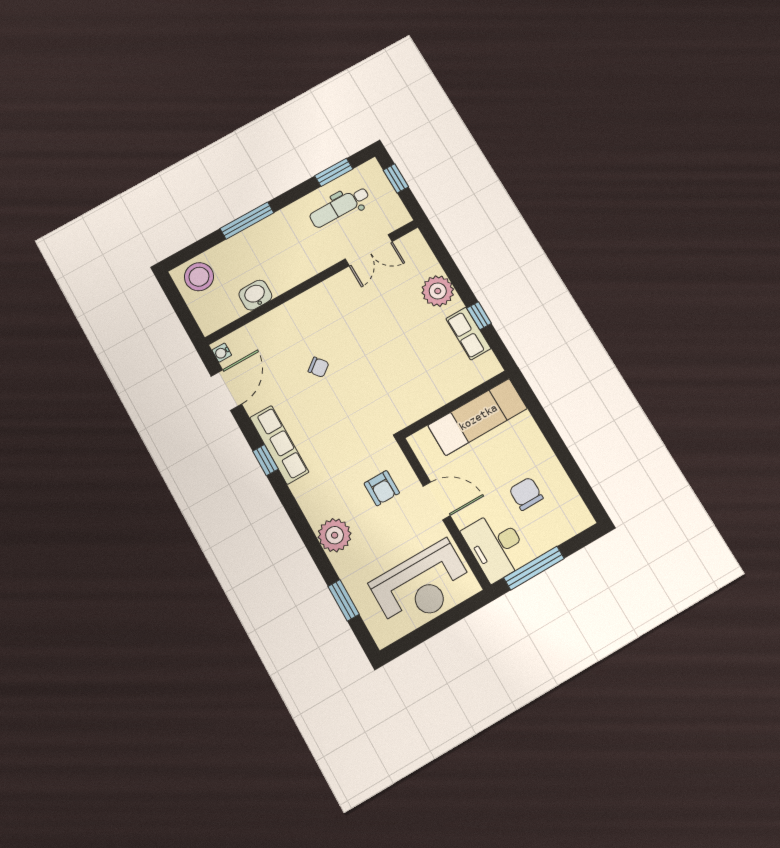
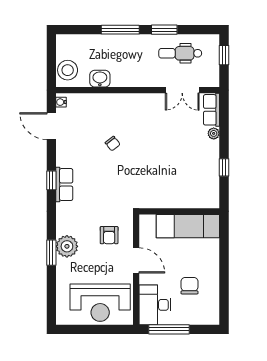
window: (334, 172) -> (164, 30), moved
stool: (199, 277) -> (68, 70), moved
plant: (438, 291) -> (214, 133), width x0.53, depth x0.53
row of seats: (468, 334) -> (212, 110), moved
door: (226, 390) -> (51, 126), swing flipped
row of seats: (279, 445) -> (64, 185), width x0.68
window: (344, 600) -> (51, 253), moved

